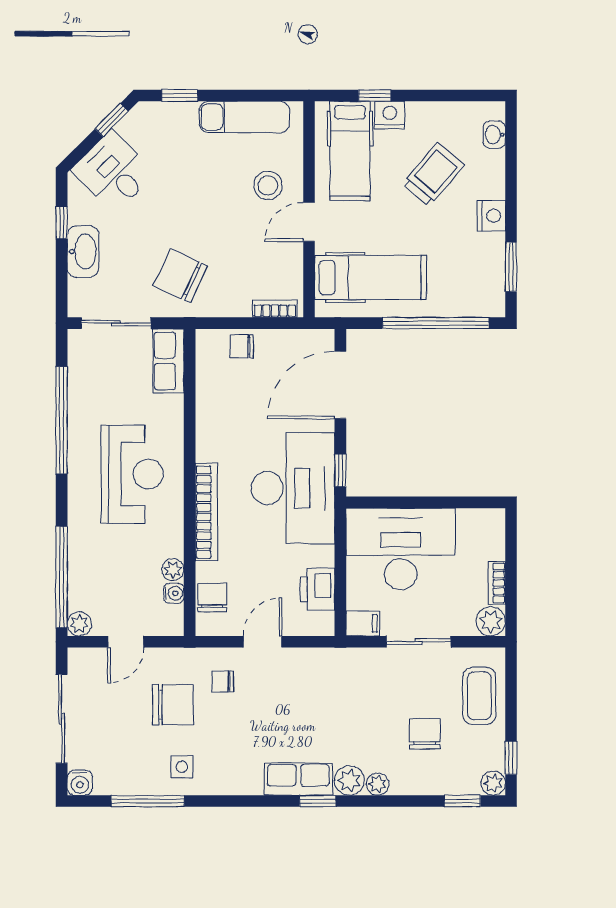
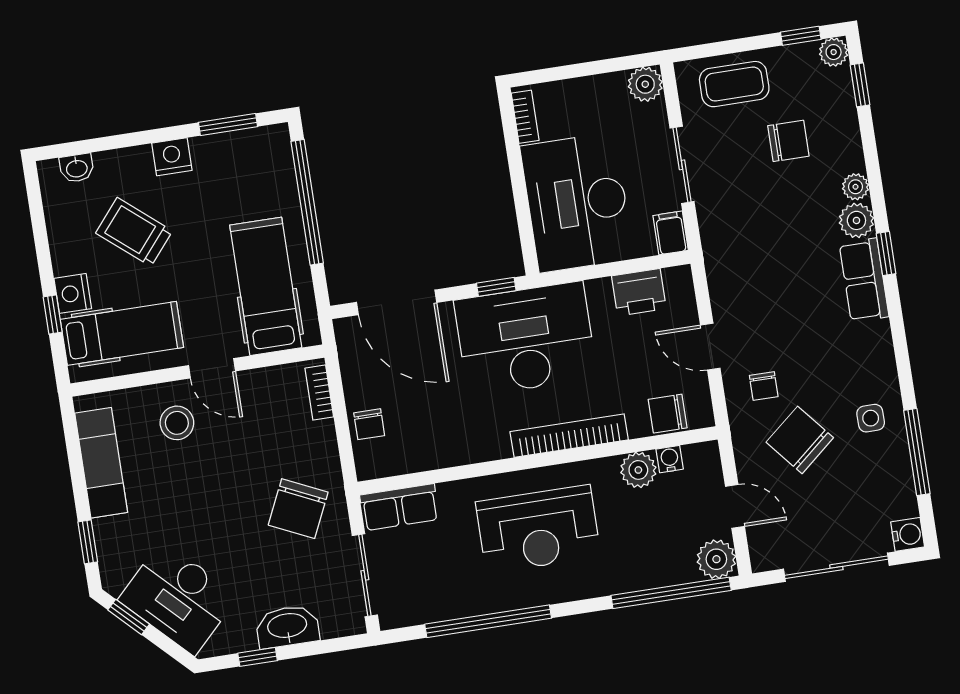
desk: (113, 172) -> (178, 598), width x1.37
reception desk: (132, 474) -> (538, 529), turned 180
plant: (173, 570) -> (638, 470), width x1.38, depth x1.38
bookcase: (497, 583) -> (525, 117), moved, turned -90
plant: (79, 624) -> (716, 559), width x1.38, depth x1.38
chair: (173, 705) -> (800, 440), turned -40
chair: (425, 734) -> (788, 141), turned 180

